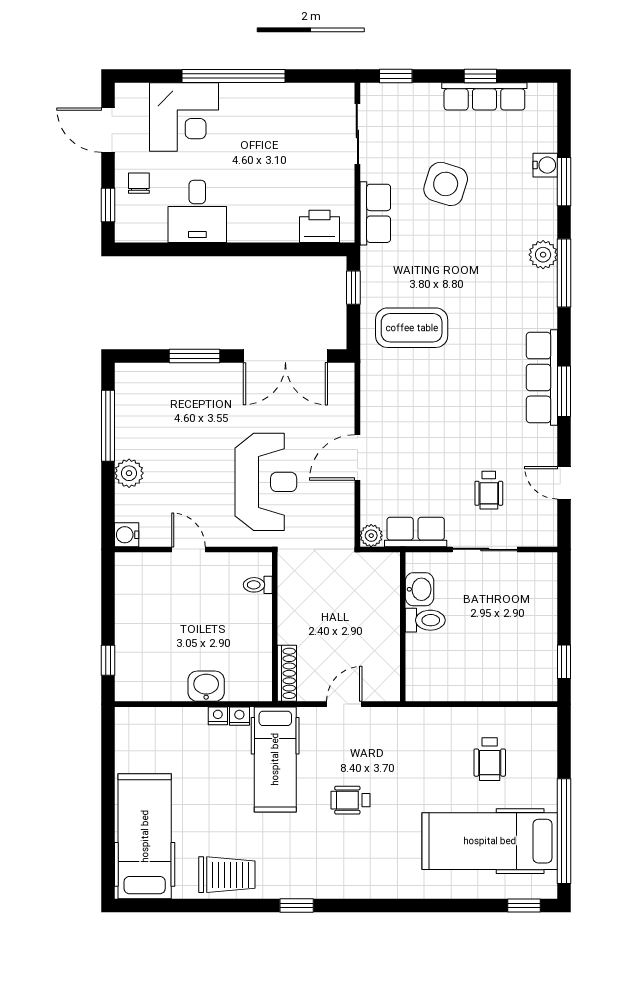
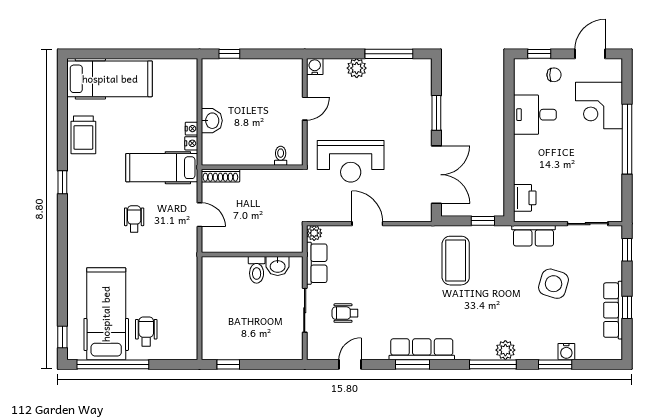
double door: (285, 356) -> (436, 175), swing flipped
wheelchair: (490, 759) -> (146, 332), moved, turned 90

